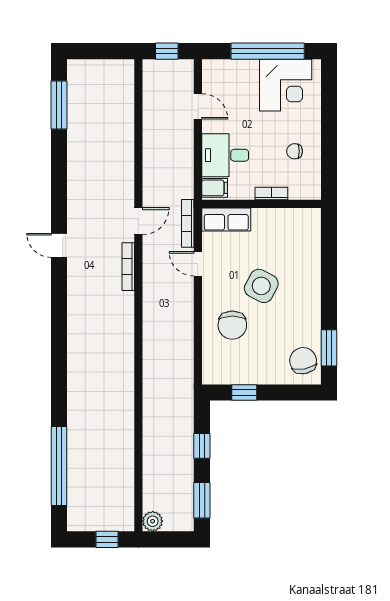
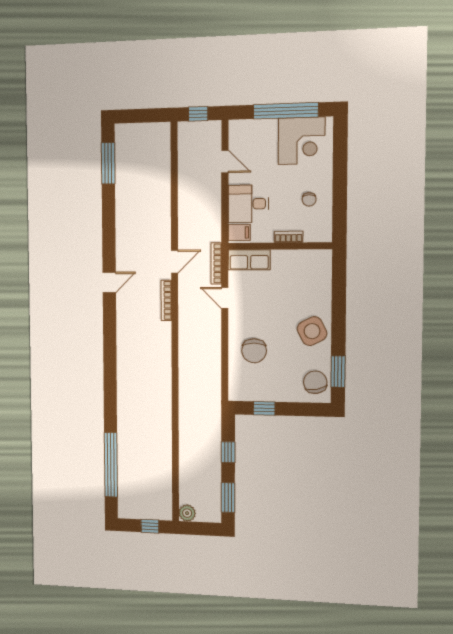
chair: (295, 151) -> (309, 199), turned -90
door: (59, 245) -> (109, 282), swing flipped
side table: (261, 286) -> (312, 331), moved, turned 35

